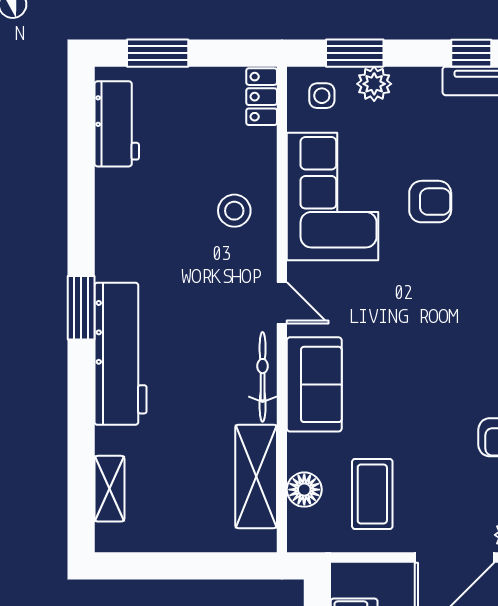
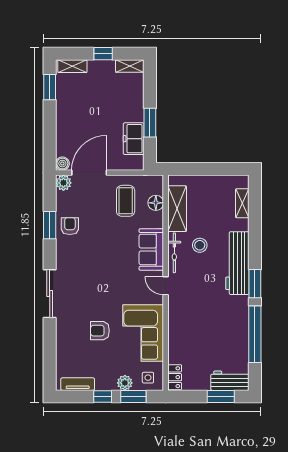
window: (471, 53) -> (103, 397), moved
workbench: (117, 124) -> (230, 381), moved, turned 90
window: (81, 194) -> (255, 334), added
stool: (234, 211) -> (200, 245), moved

